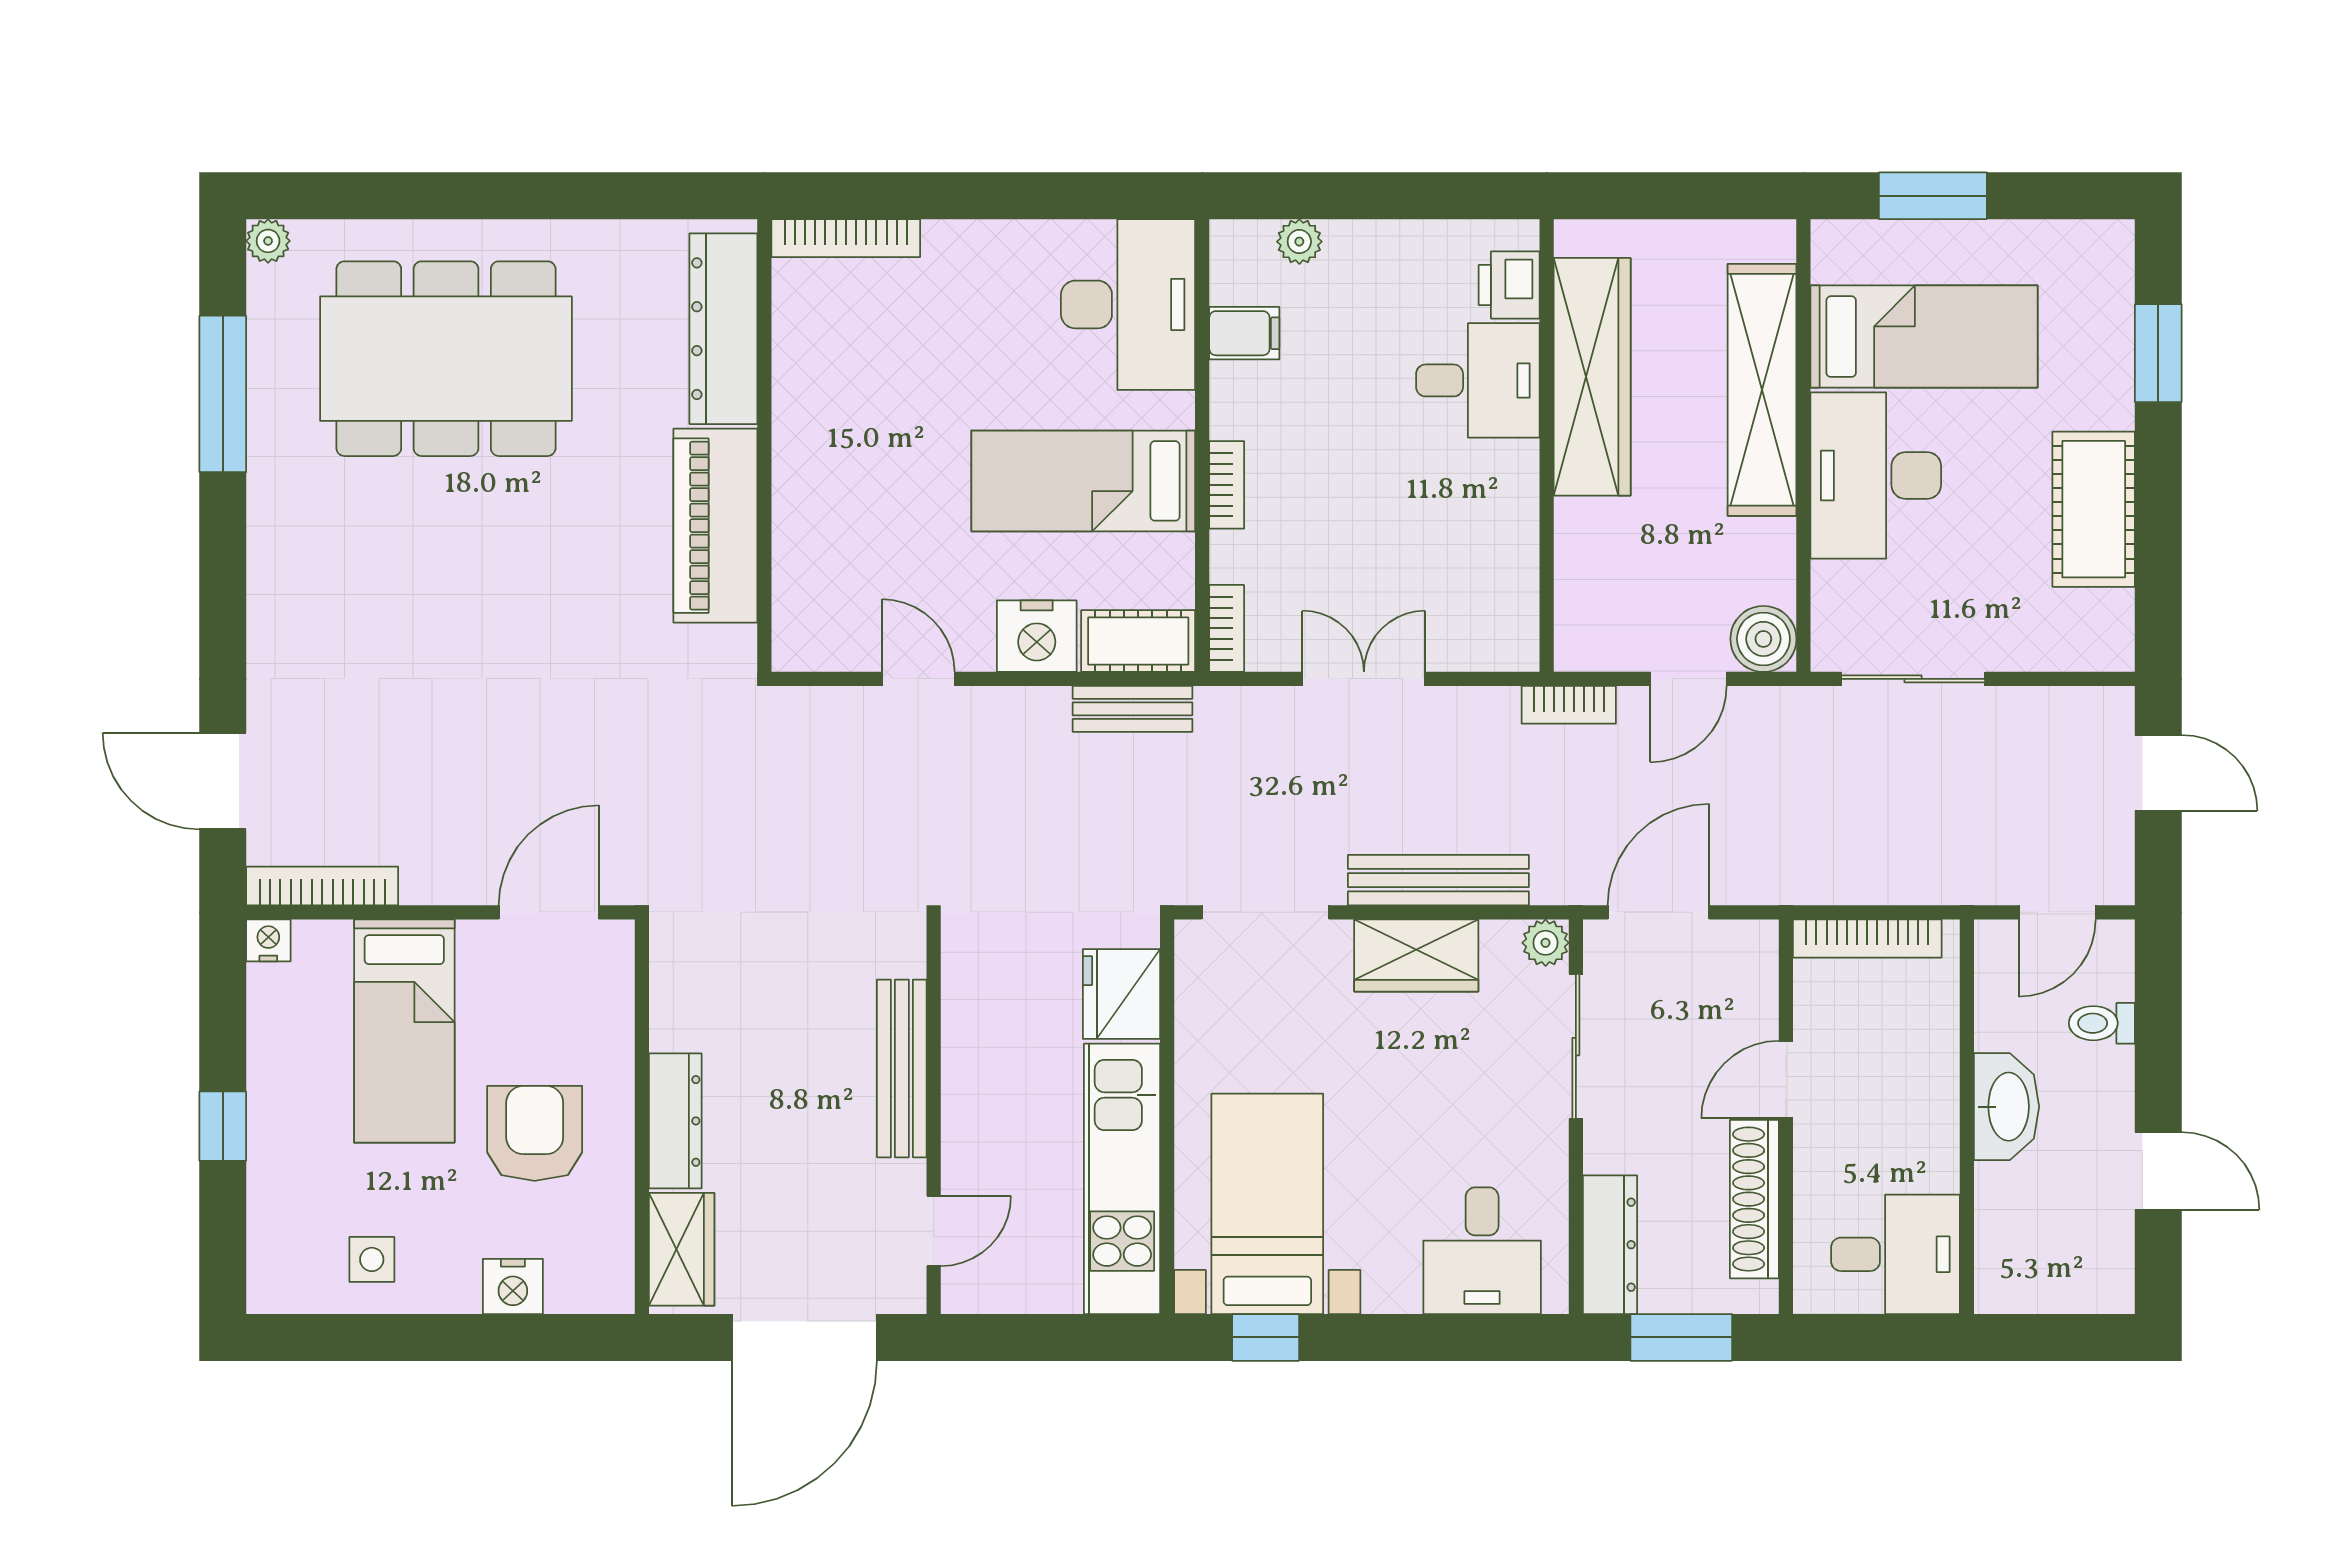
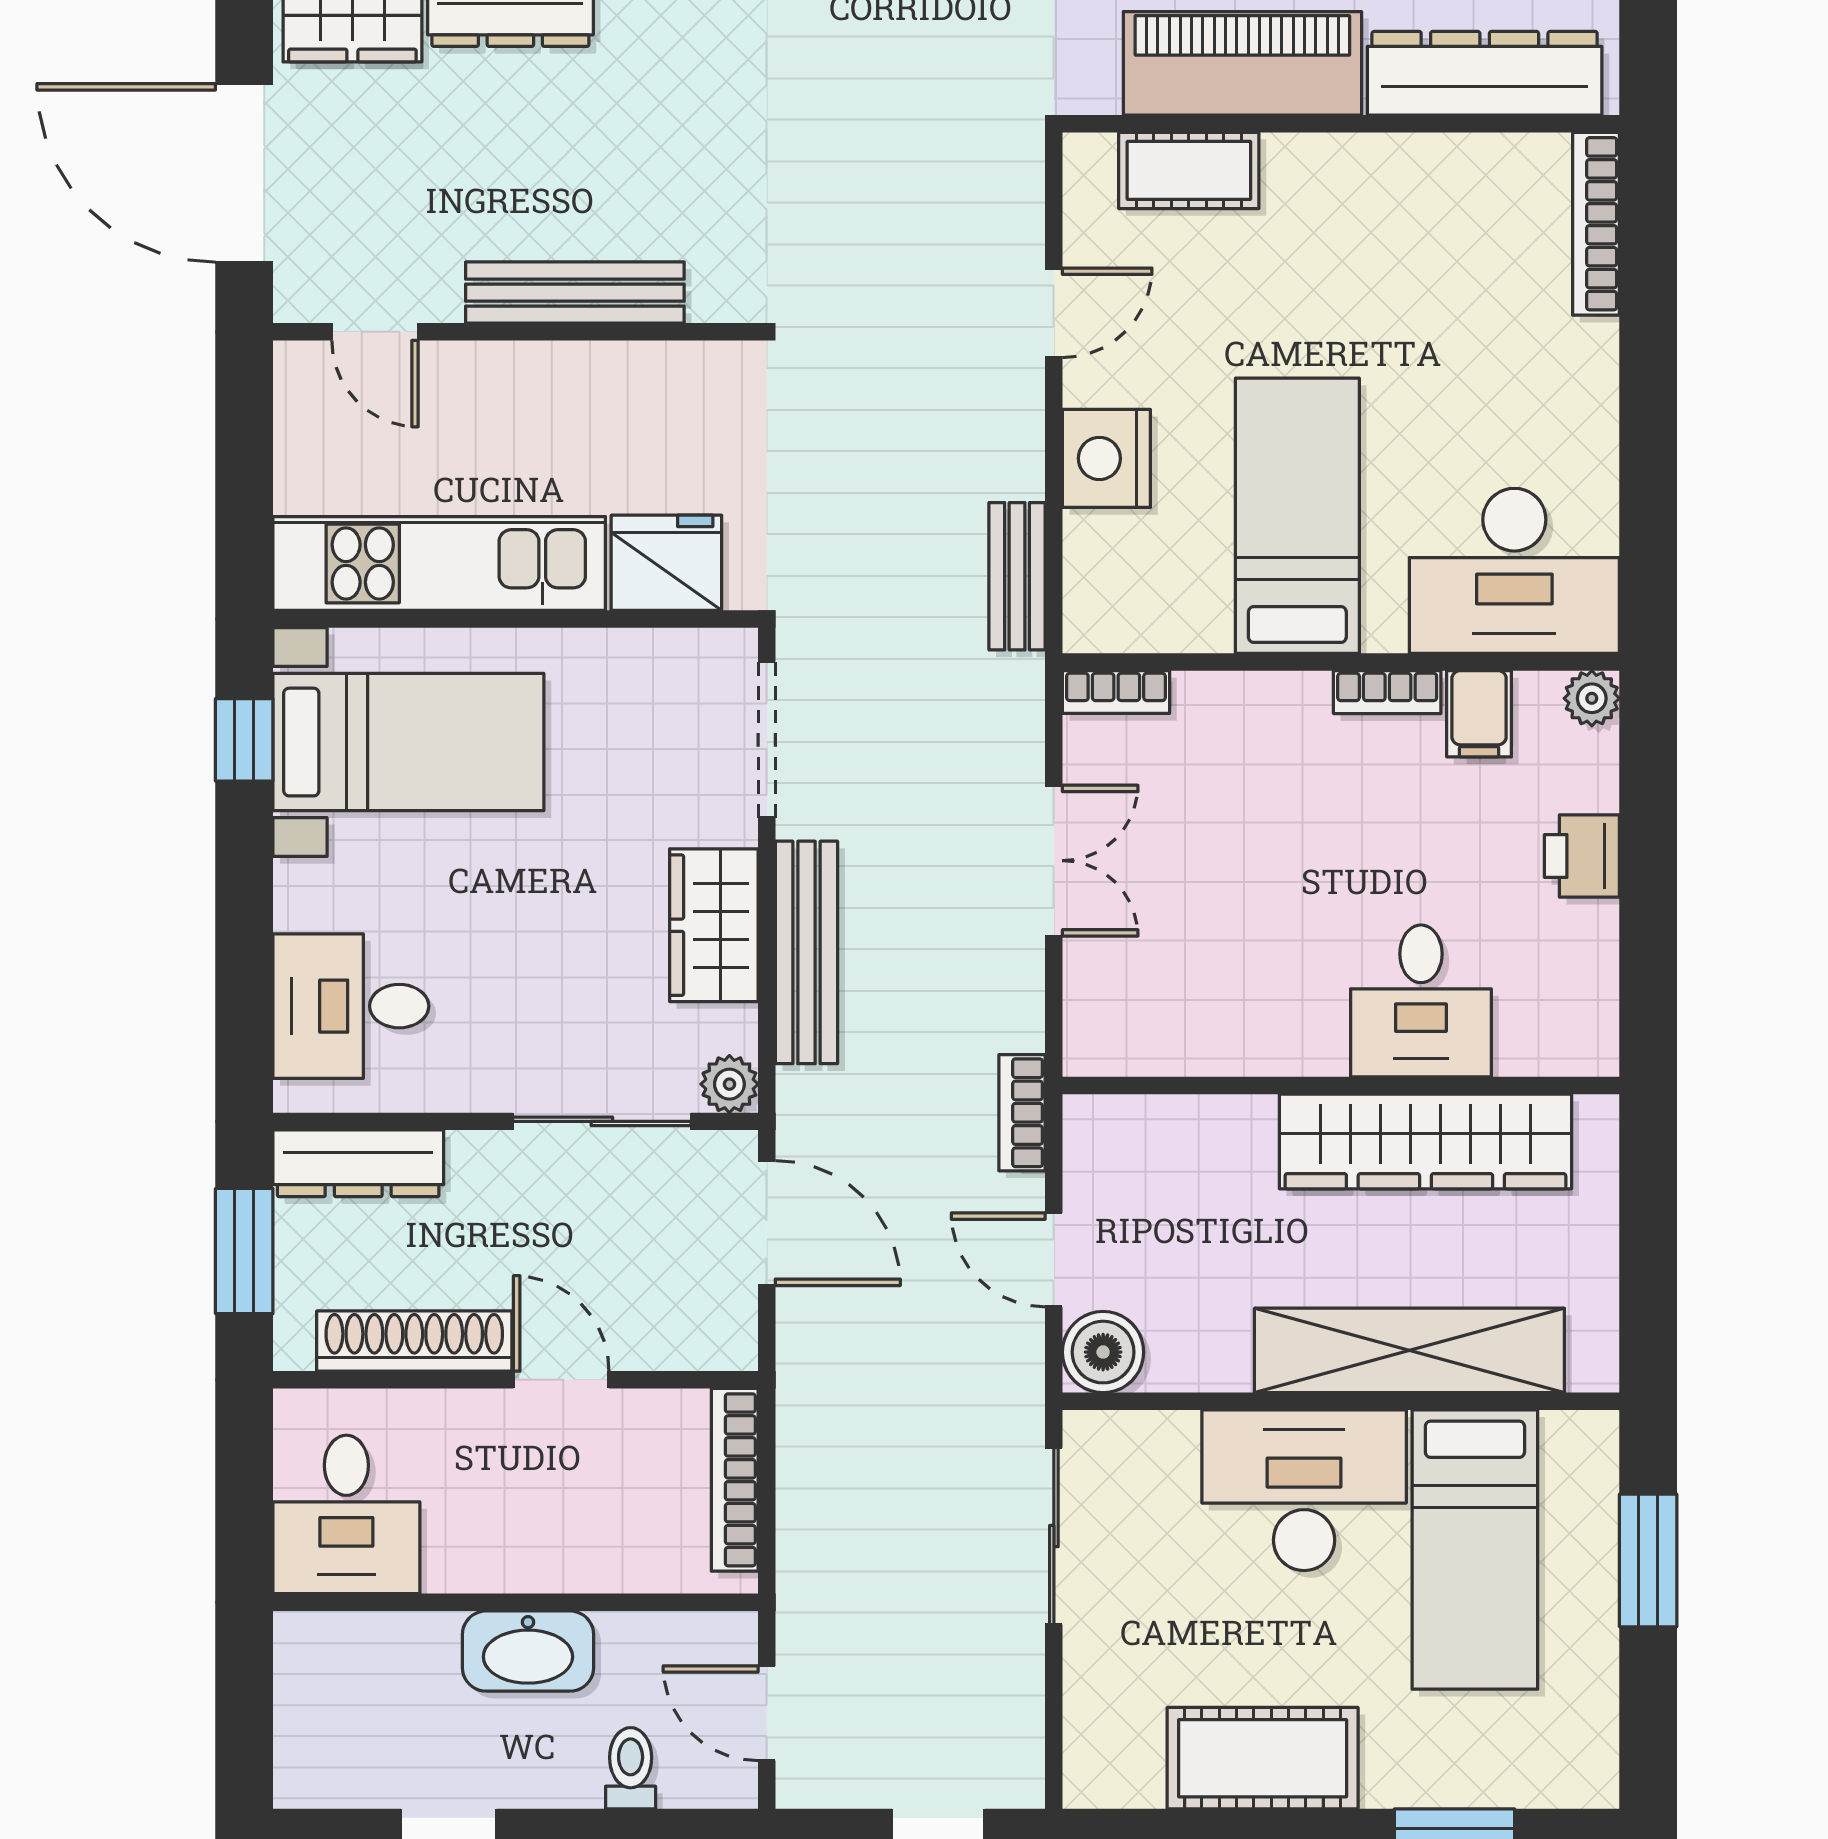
plant: (1299, 242) -> (1592, 698), moved
printer: (1509, 285) -> (1582, 856), moved, turned -90
bookcase: (1227, 485) -> (1387, 692), moved
cot: (1138, 641) -> (1189, 170), moved, turned 90

